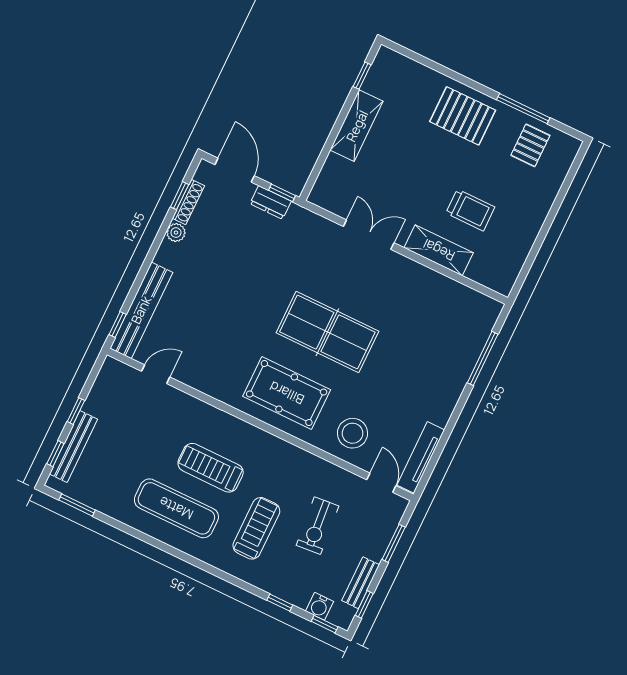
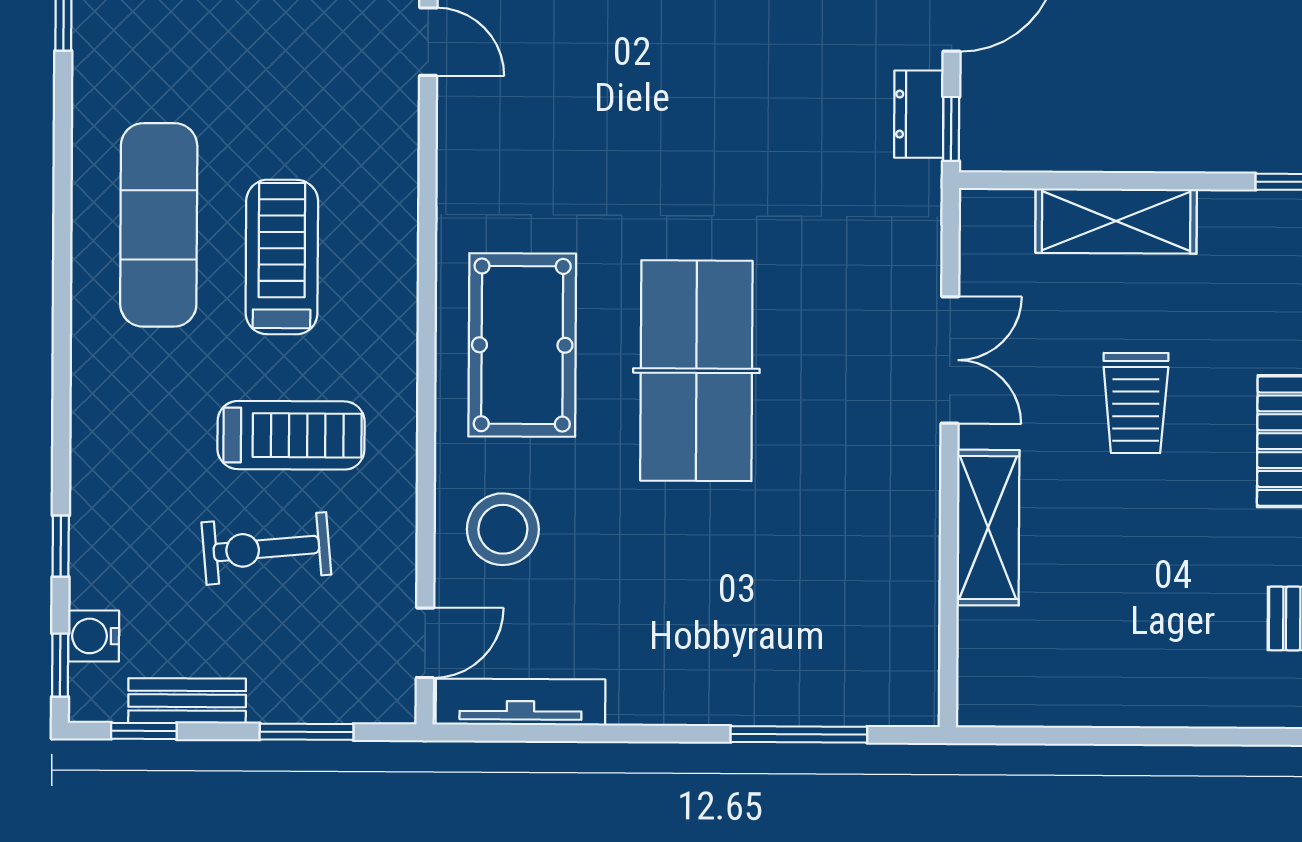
shelving: (357, 126) -> (1116, 221), moved
trolley: (470, 210) -> (1136, 403), moved
treadmill: (256, 528) -> (291, 435), moved

